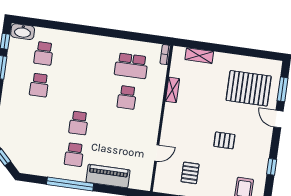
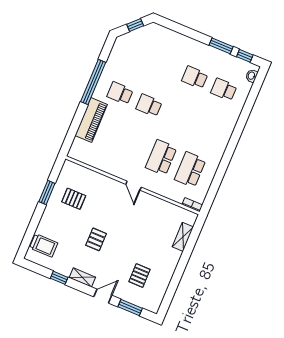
washbasin: (23, 32) -> (252, 76), width x0.52, depth x0.69
pallet: (249, 88) -> (139, 276), width x0.49, depth x0.50
shelving: (172, 90) -> (82, 277), moved
school desk: (127, 97) -> (161, 158), width x1.85
door: (157, 153) -> (134, 186), moved

